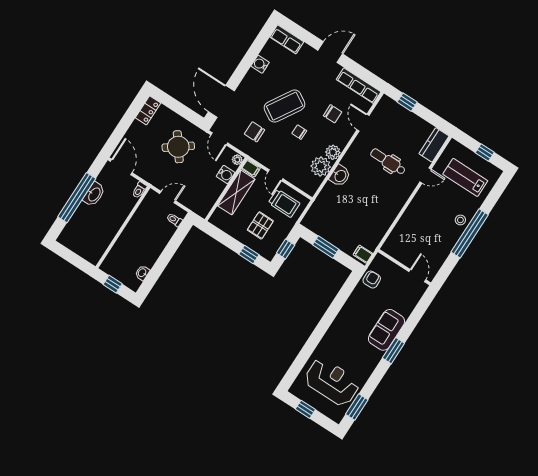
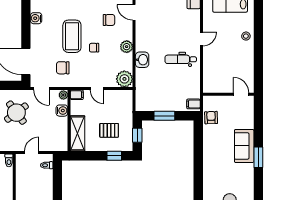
coffee table: (285, 106) -> (72, 36), turned -31
dental chair: (388, 162) -> (181, 59), moved
plant: (321, 167) -> (124, 79), moved
door: (425, 176) -> (201, 39), moved
shelving: (236, 192) -> (77, 133), moved
trolley: (284, 203) -> (116, 104), removed
pallet: (260, 225) -> (109, 130), turned 90
window: (470, 233) -> (258, 41), removed

